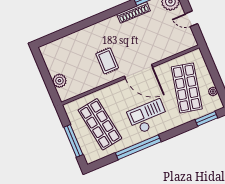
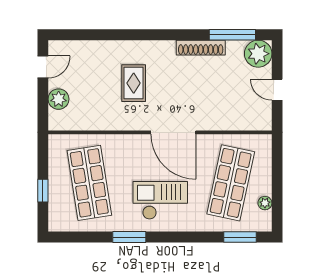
rug: (107, 61) -> (134, 83), moved
door: (42, 65) -> (43, 67), added
window: (73, 141) -> (43, 191), width x0.46
window: (138, 147) -> (129, 237), width x0.47

